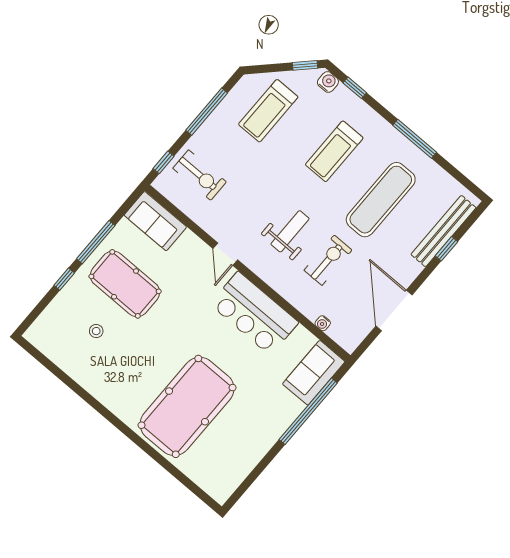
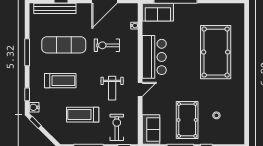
treadmill: (268, 111) -> (83, 115), moved, turned 180
weight bench: (290, 231) -> (112, 88), moved, turned -90
pool table: (187, 406) -> (216, 52), turned 90

